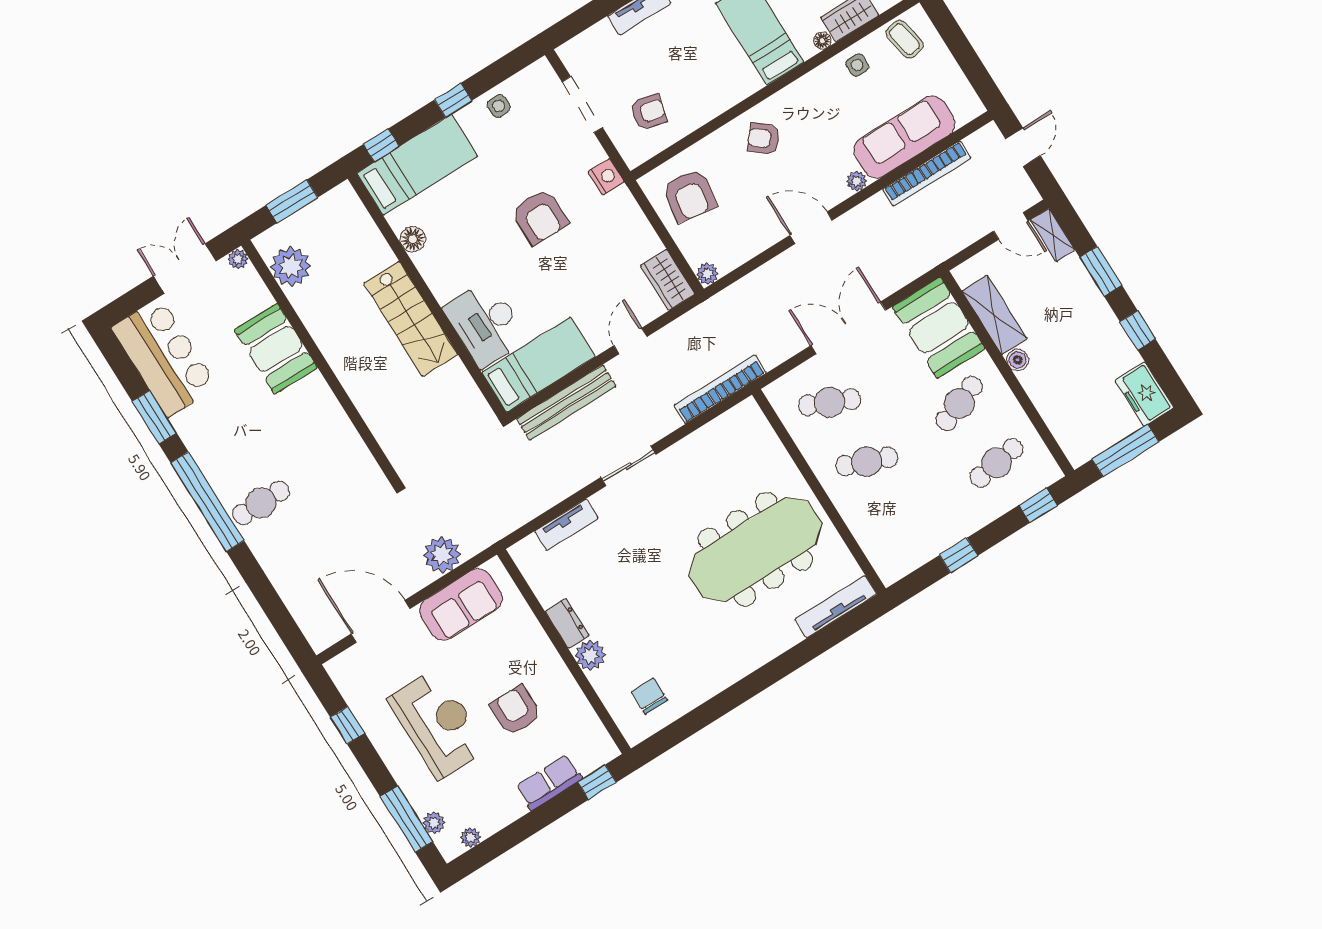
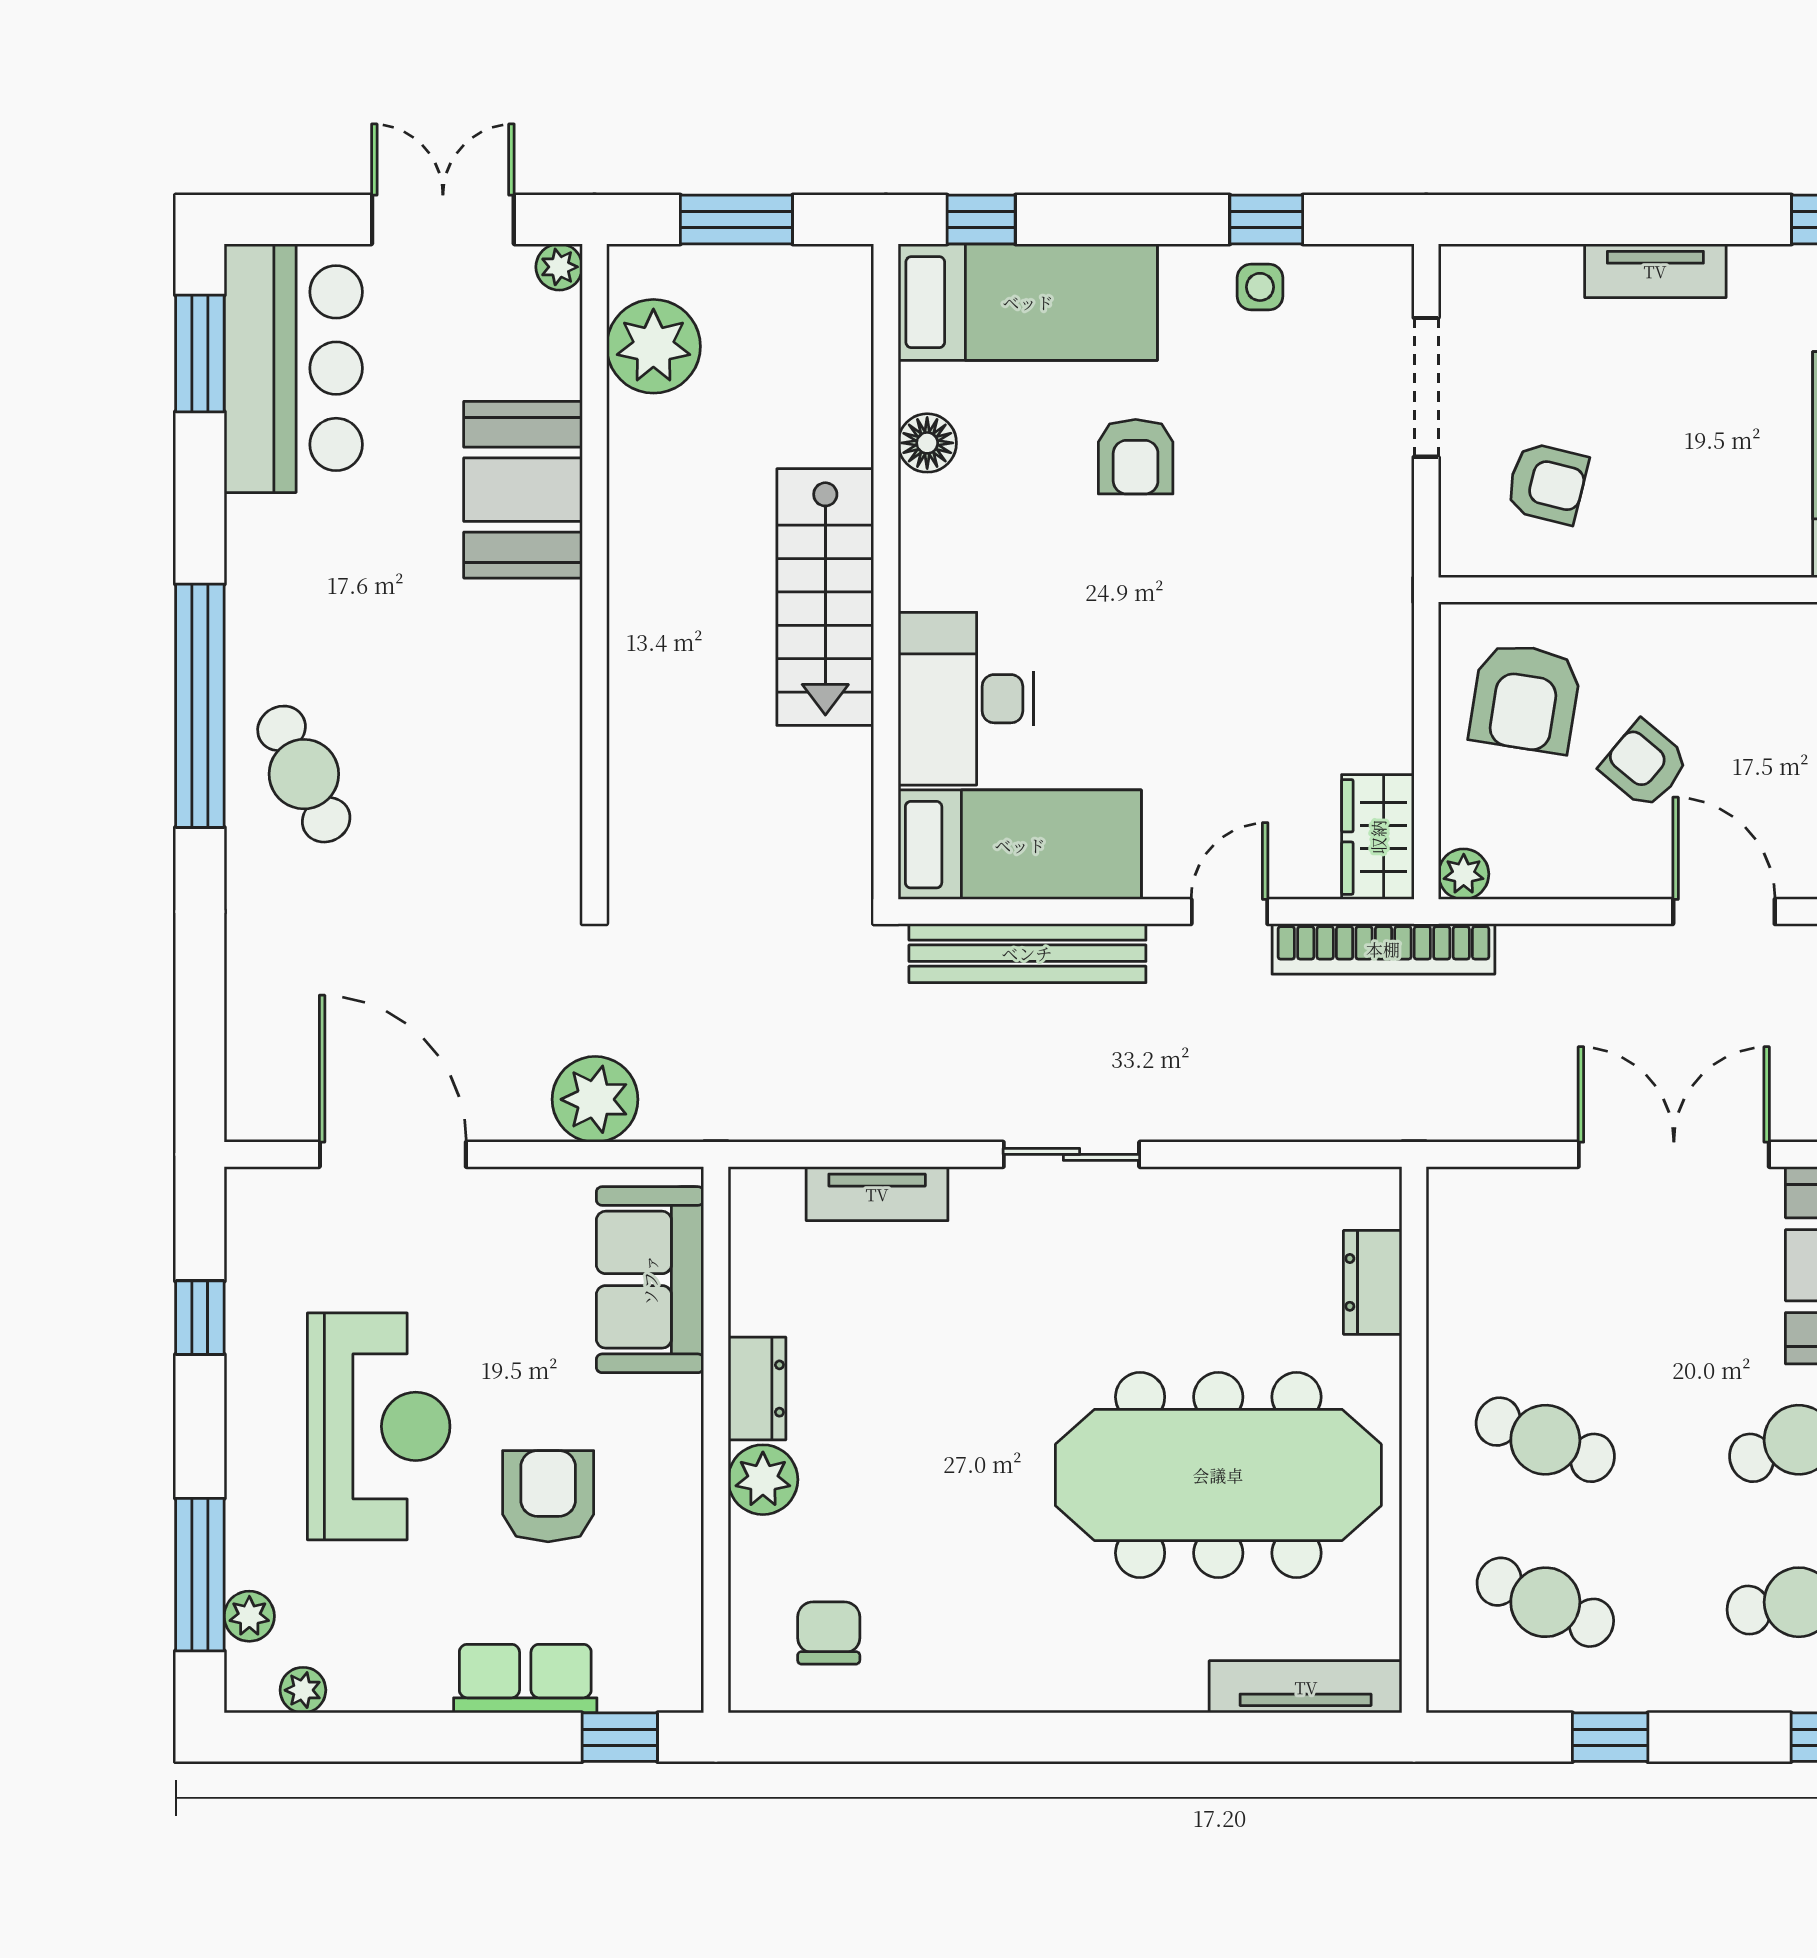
window: (453, 100) -> (1266, 219), moved
armchair: (764, 139) -> (1645, 764), moved
nightstand: (606, 177) -> (1384, 559), removed
armchair: (540, 217) -> (1136, 457), moved, width x0.72, depth x0.72
bookcase: (720, 389) -> (1383, 949), moved, turned 180
cafe table: (830, 402) -> (1545, 1602), moved
window: (154, 417) -> (200, 353), moved
dresser: (768, 444) -> (1373, 1282), added
cafe table: (261, 503) -> (304, 774), turned 64
sofa: (461, 604) -> (650, 1280), moved, turned 90

